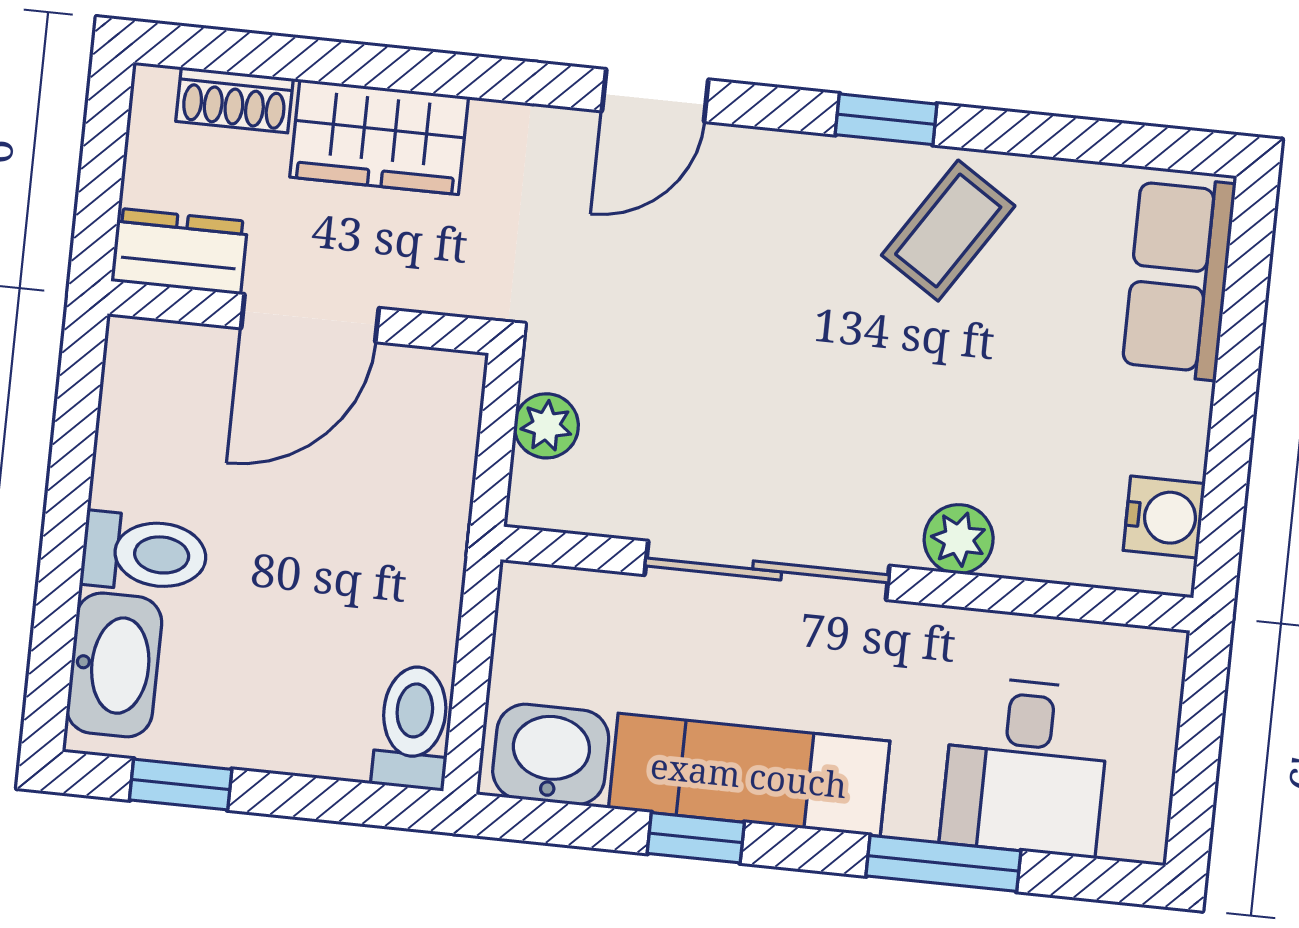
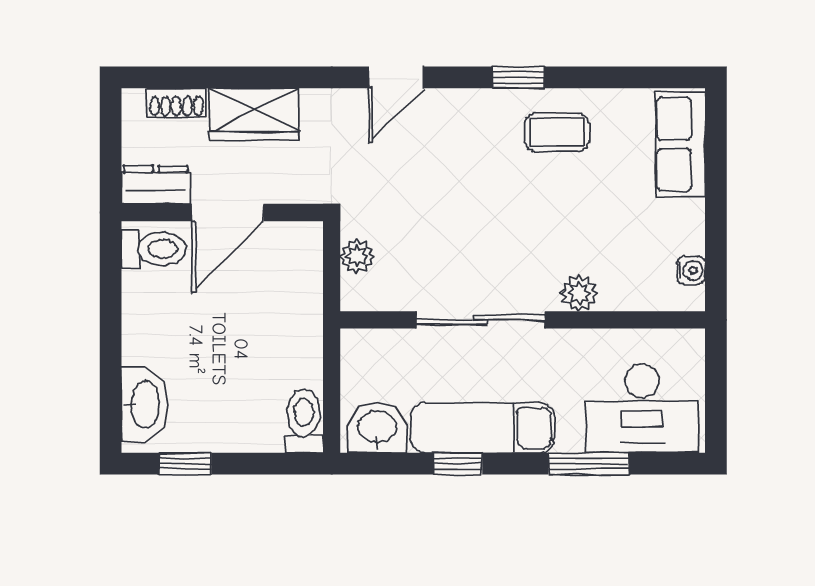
coffee table: (948, 231) -> (557, 132), turned 57
water cooler: (1164, 517) -> (691, 270), width x0.72, depth x0.72
toilet: (144, 553) -> (154, 249), moved
desk: (1026, 766) -> (642, 408), width x1.37

